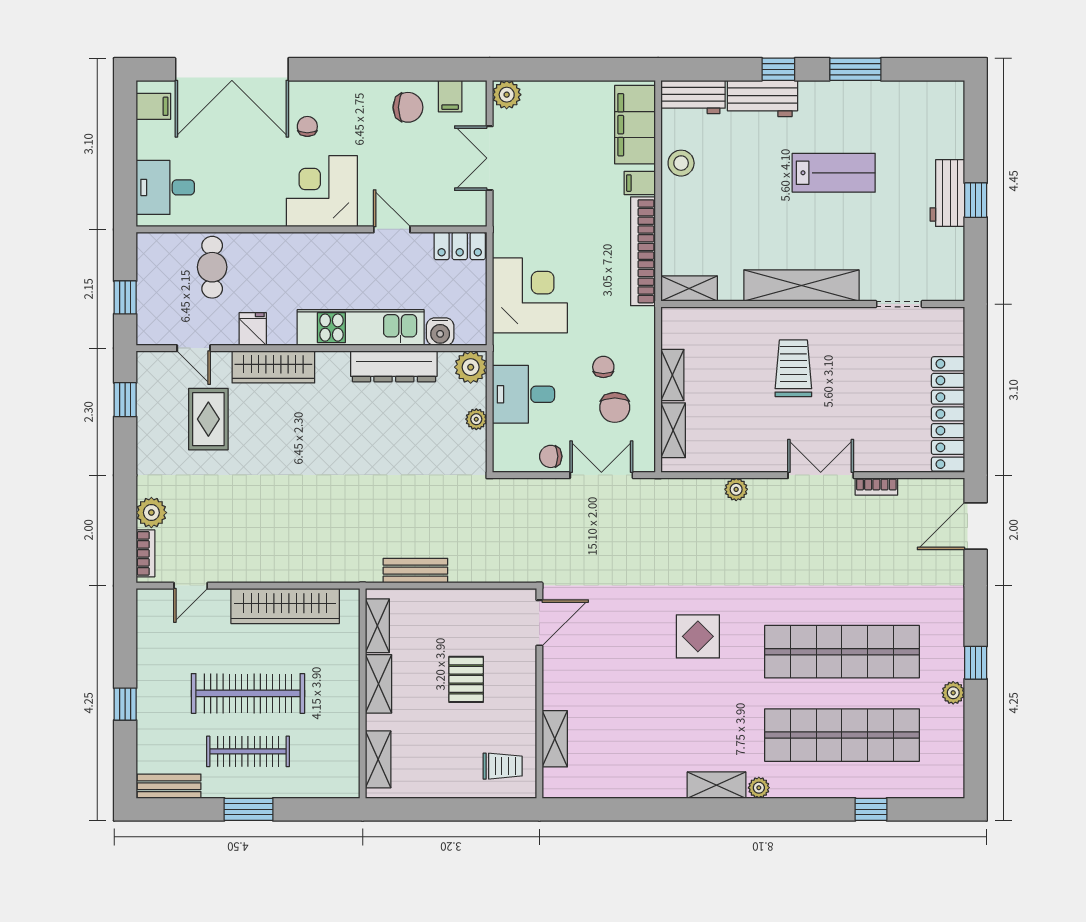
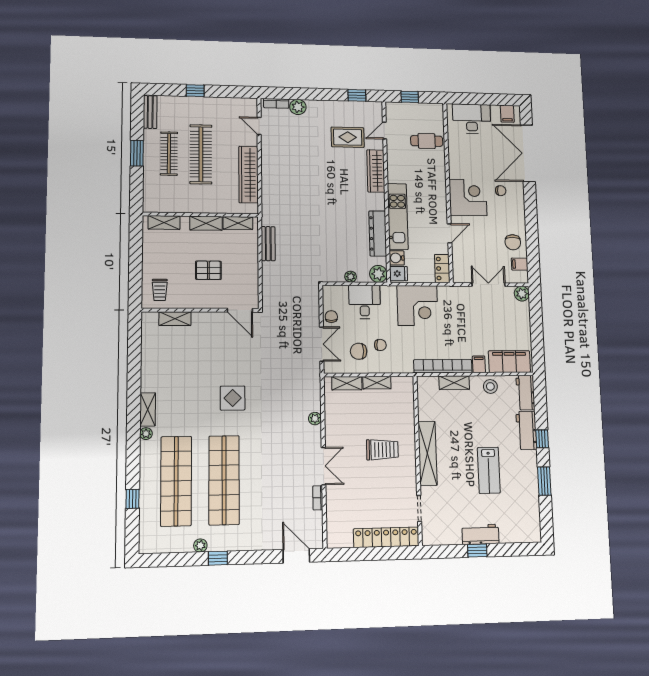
desk: (165, 187) -> (472, 119), width x1.37
shelving: (689, 289) -> (454, 383), moved, turned 90
fridge: (253, 329) -> (399, 274), moved
locker: (948, 414) -> (386, 537), moved

